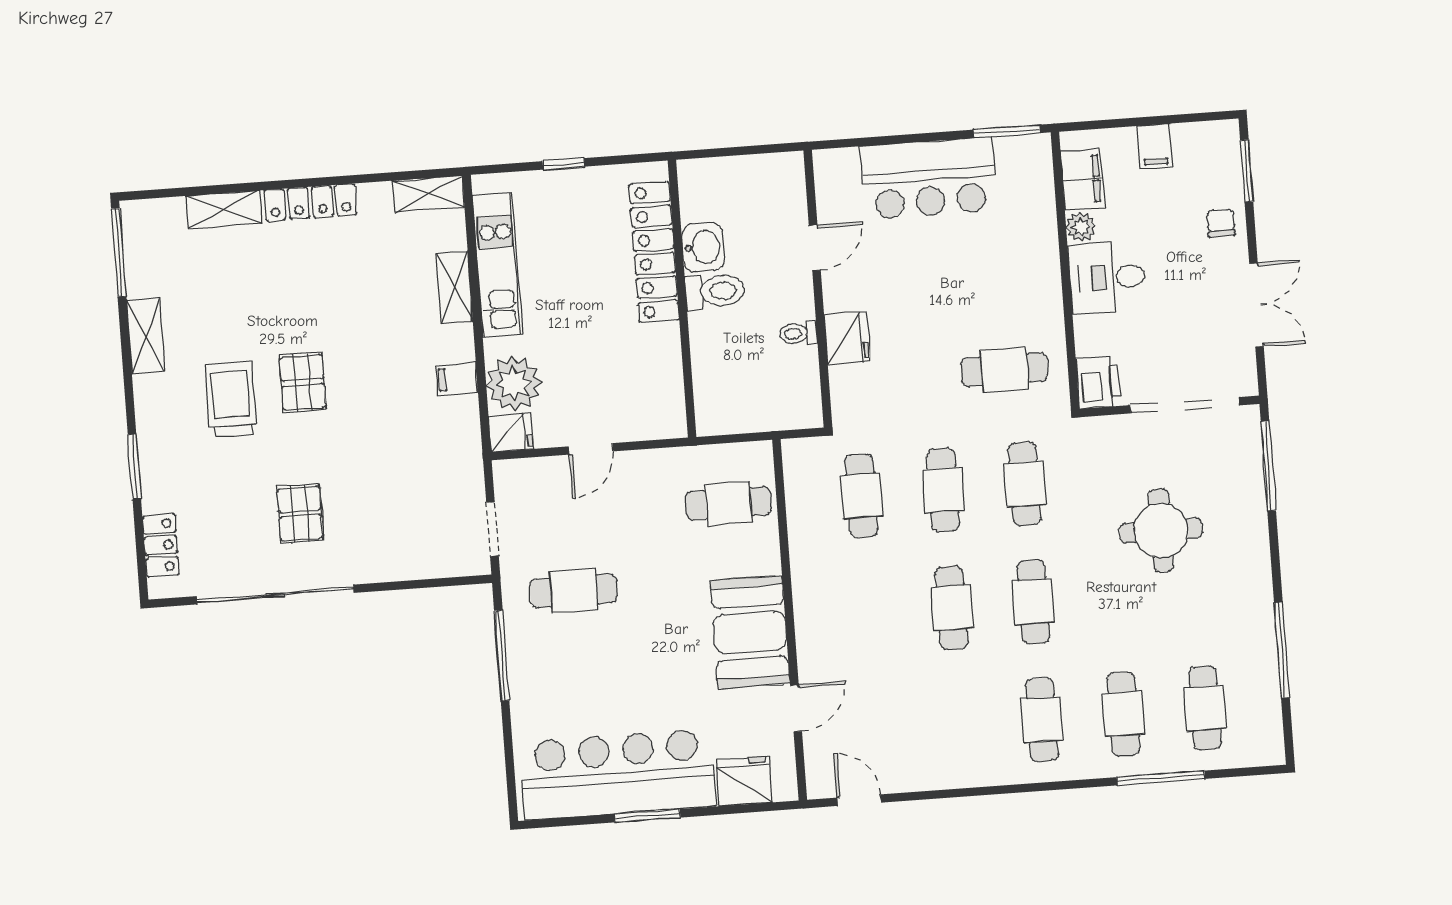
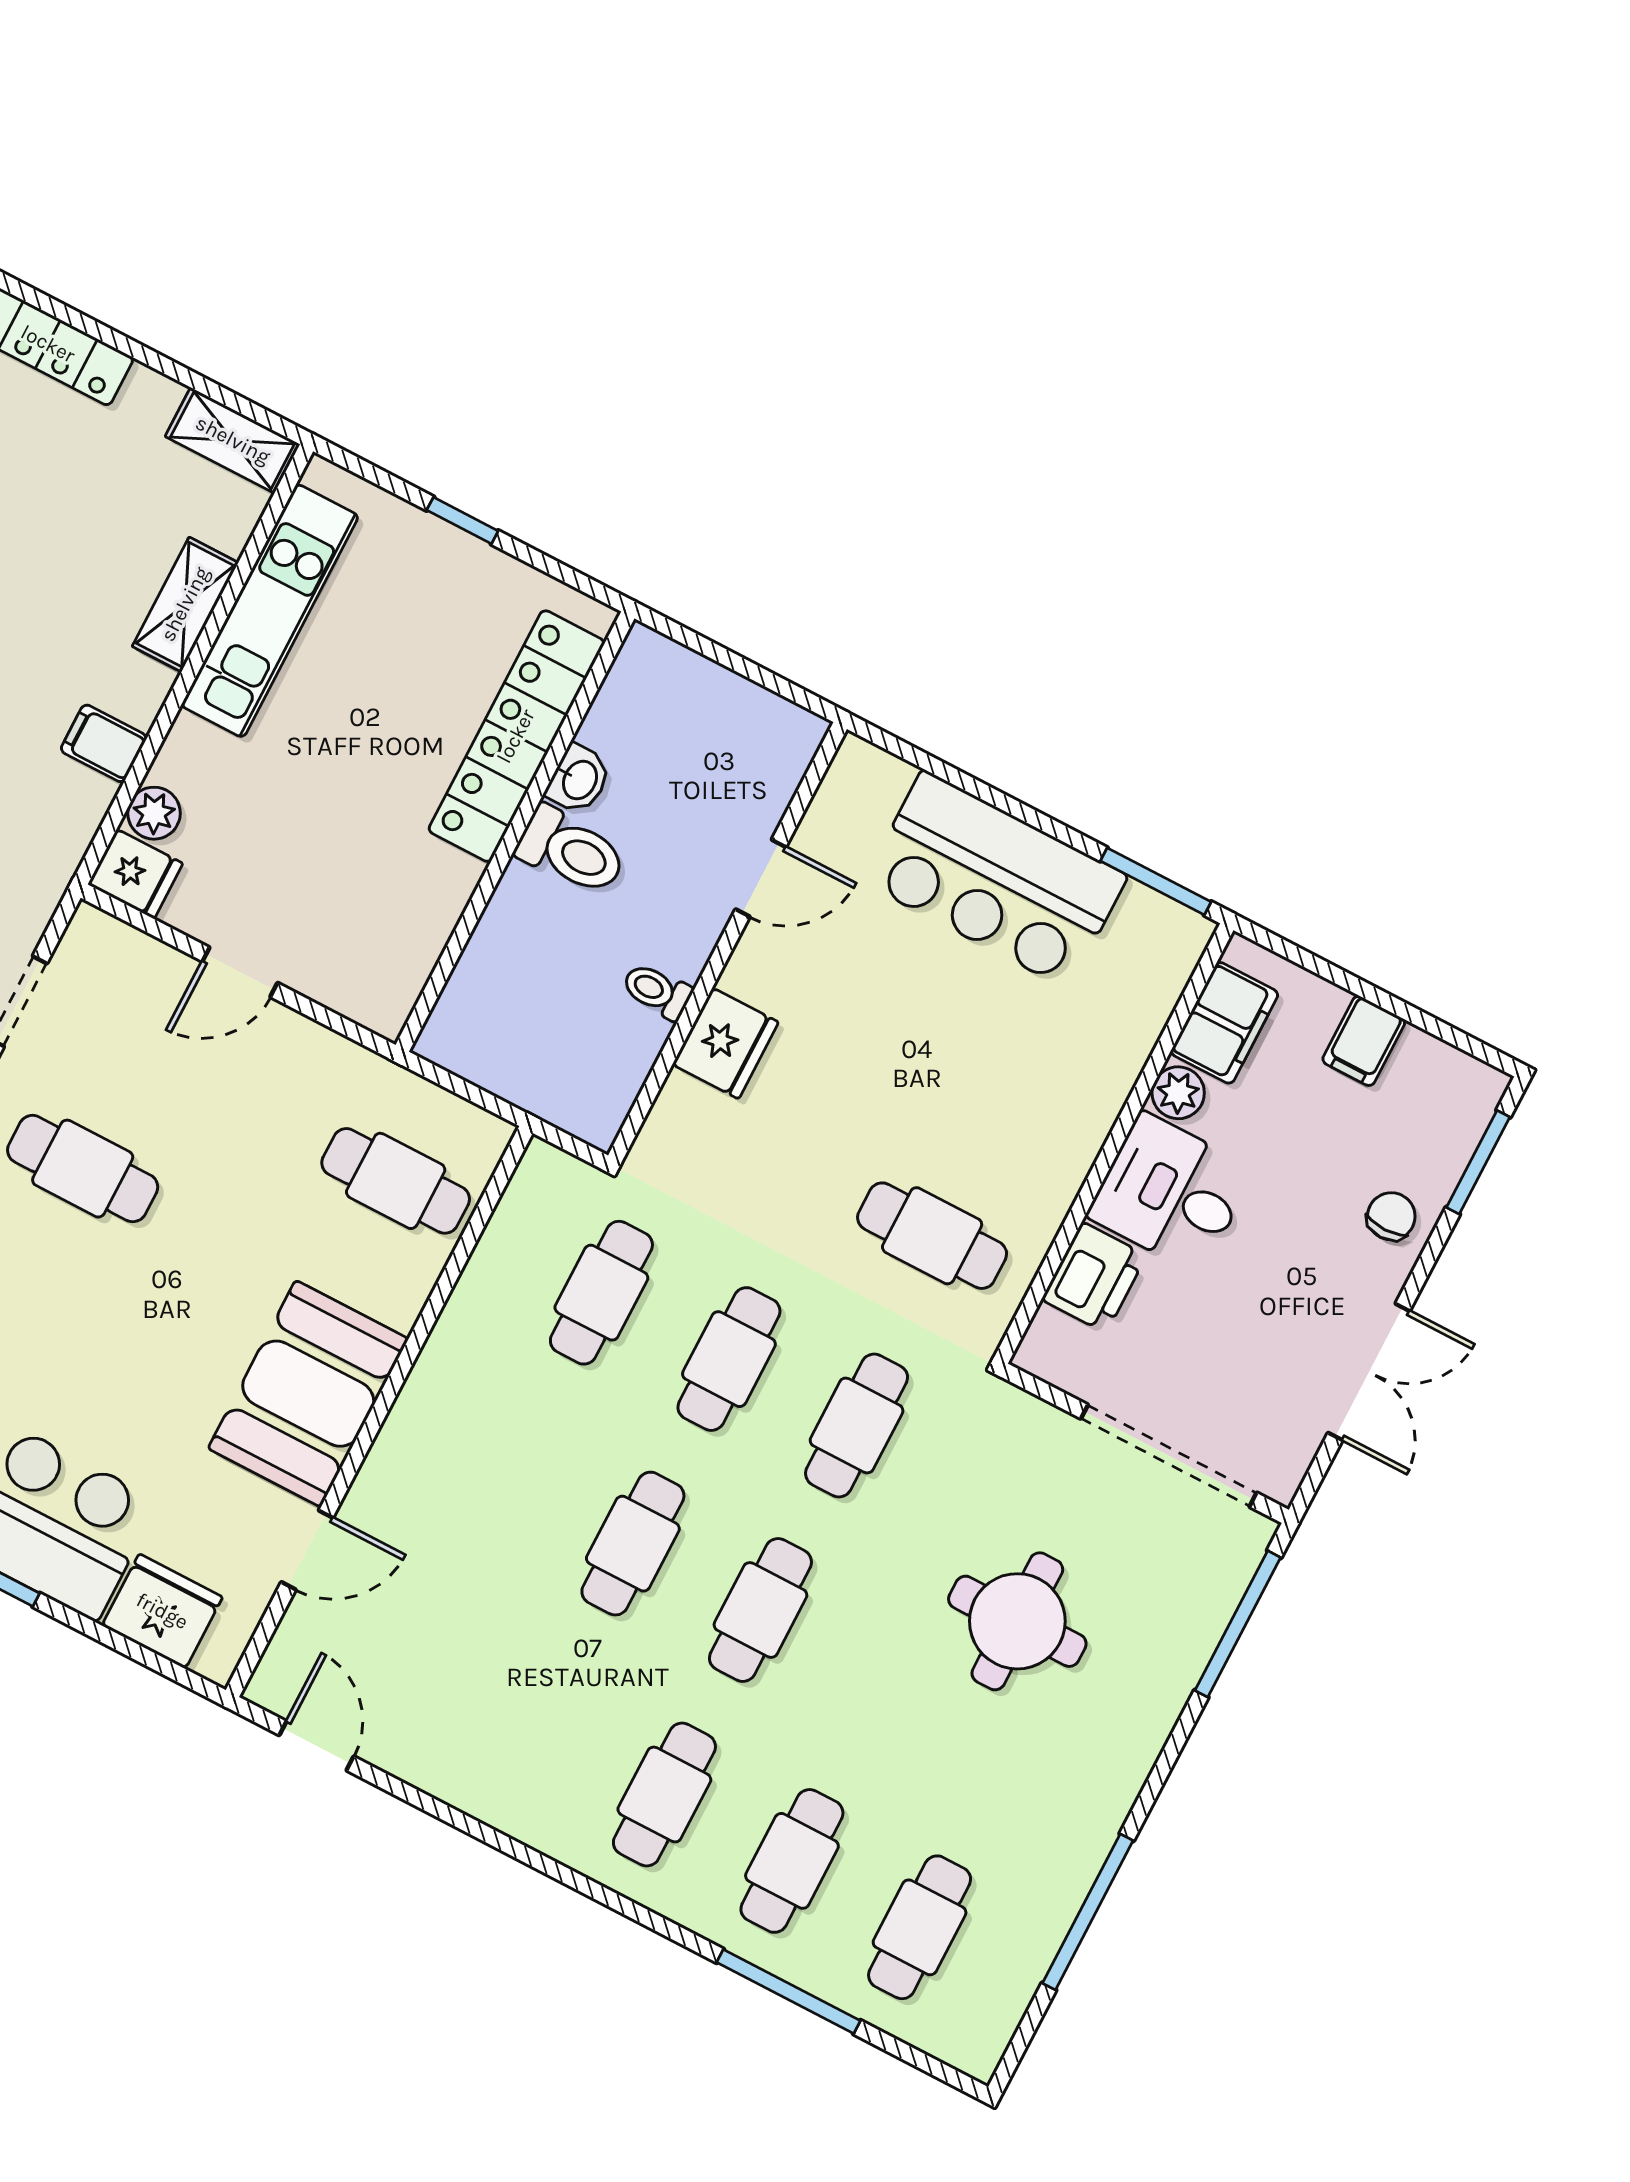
washbasin: (703, 247) -> (579, 779), width x0.72, depth x0.69
printer: (1098, 382) -> (1094, 1277), moved
plant: (514, 384) -> (154, 813), width x0.53, depth x0.53

